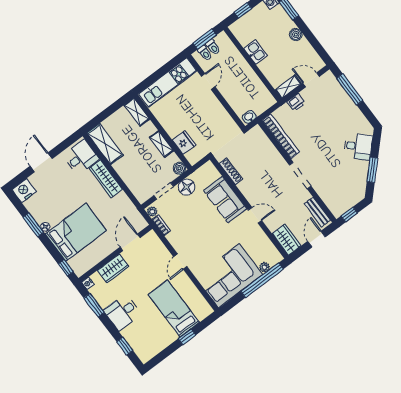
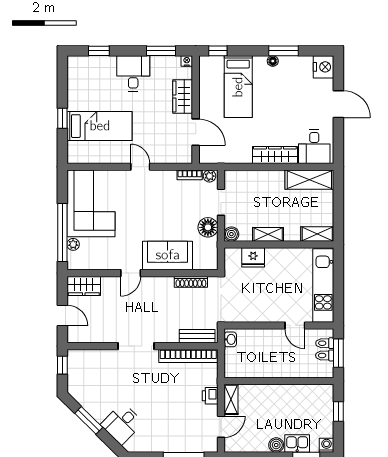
kitchen sink: (255, 52) -> (297, 443), moved, turned 180
bench: (317, 212) -> (197, 336), moved
bed: (76, 232) -> (238, 87), width x0.67

